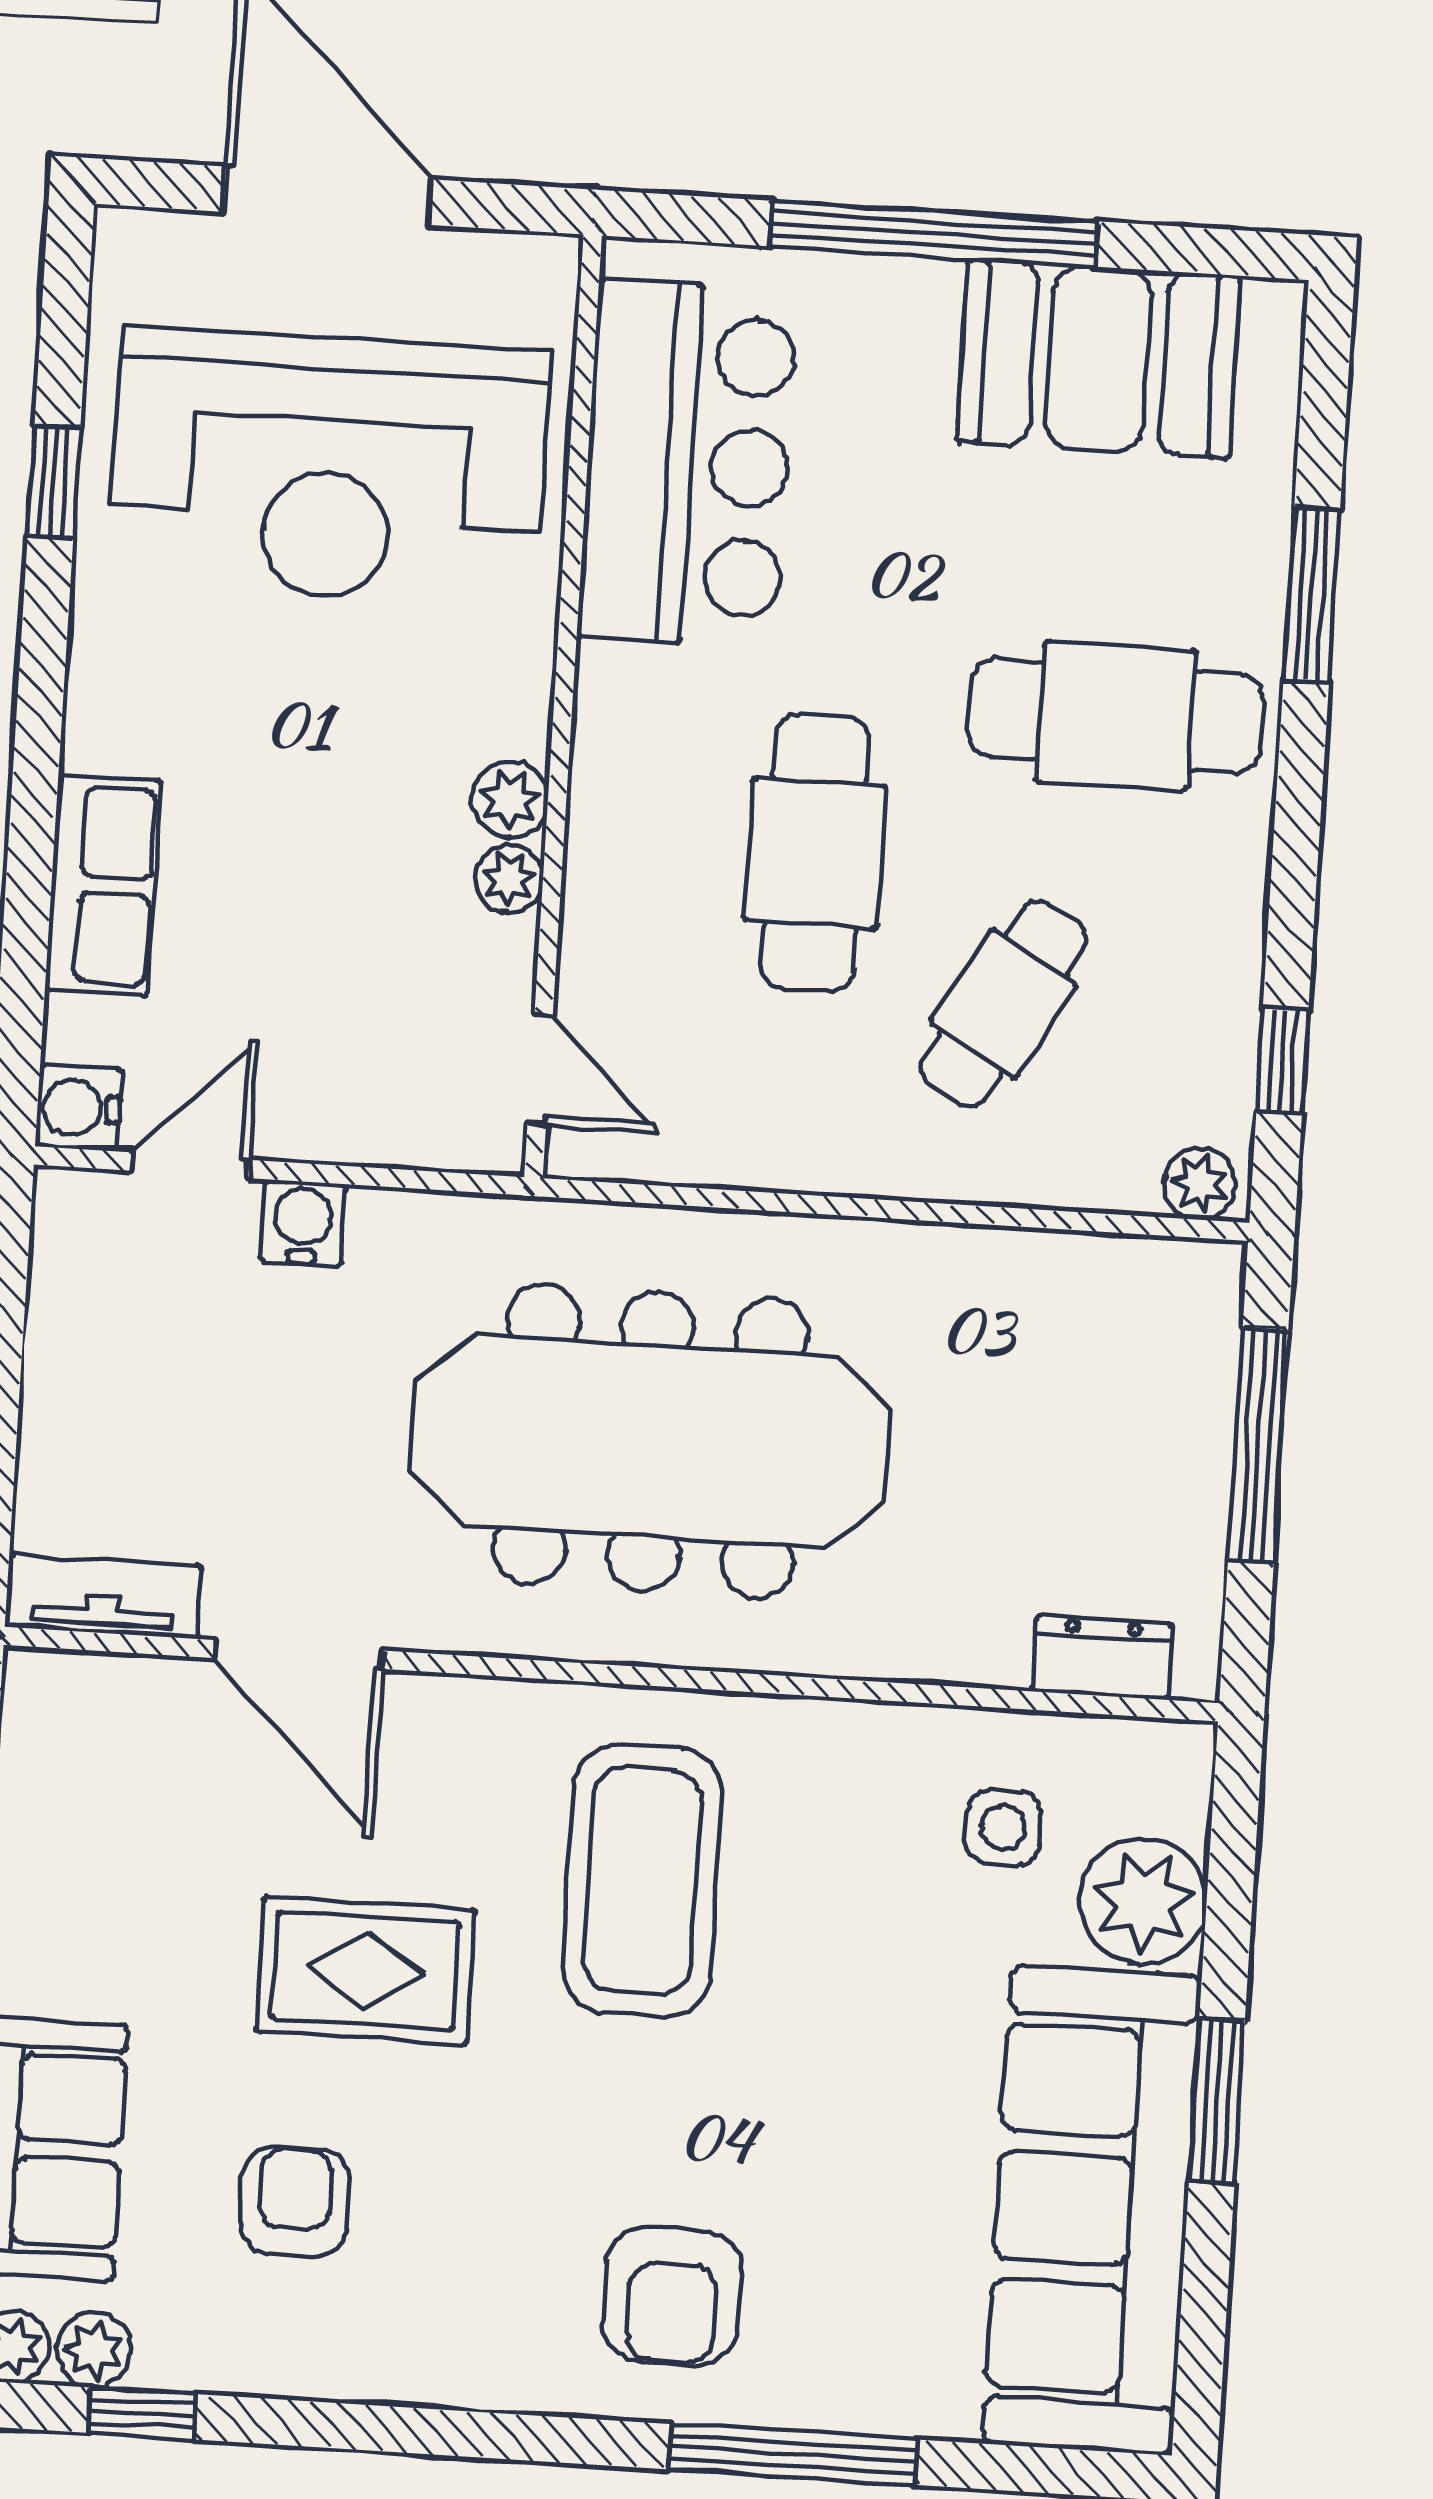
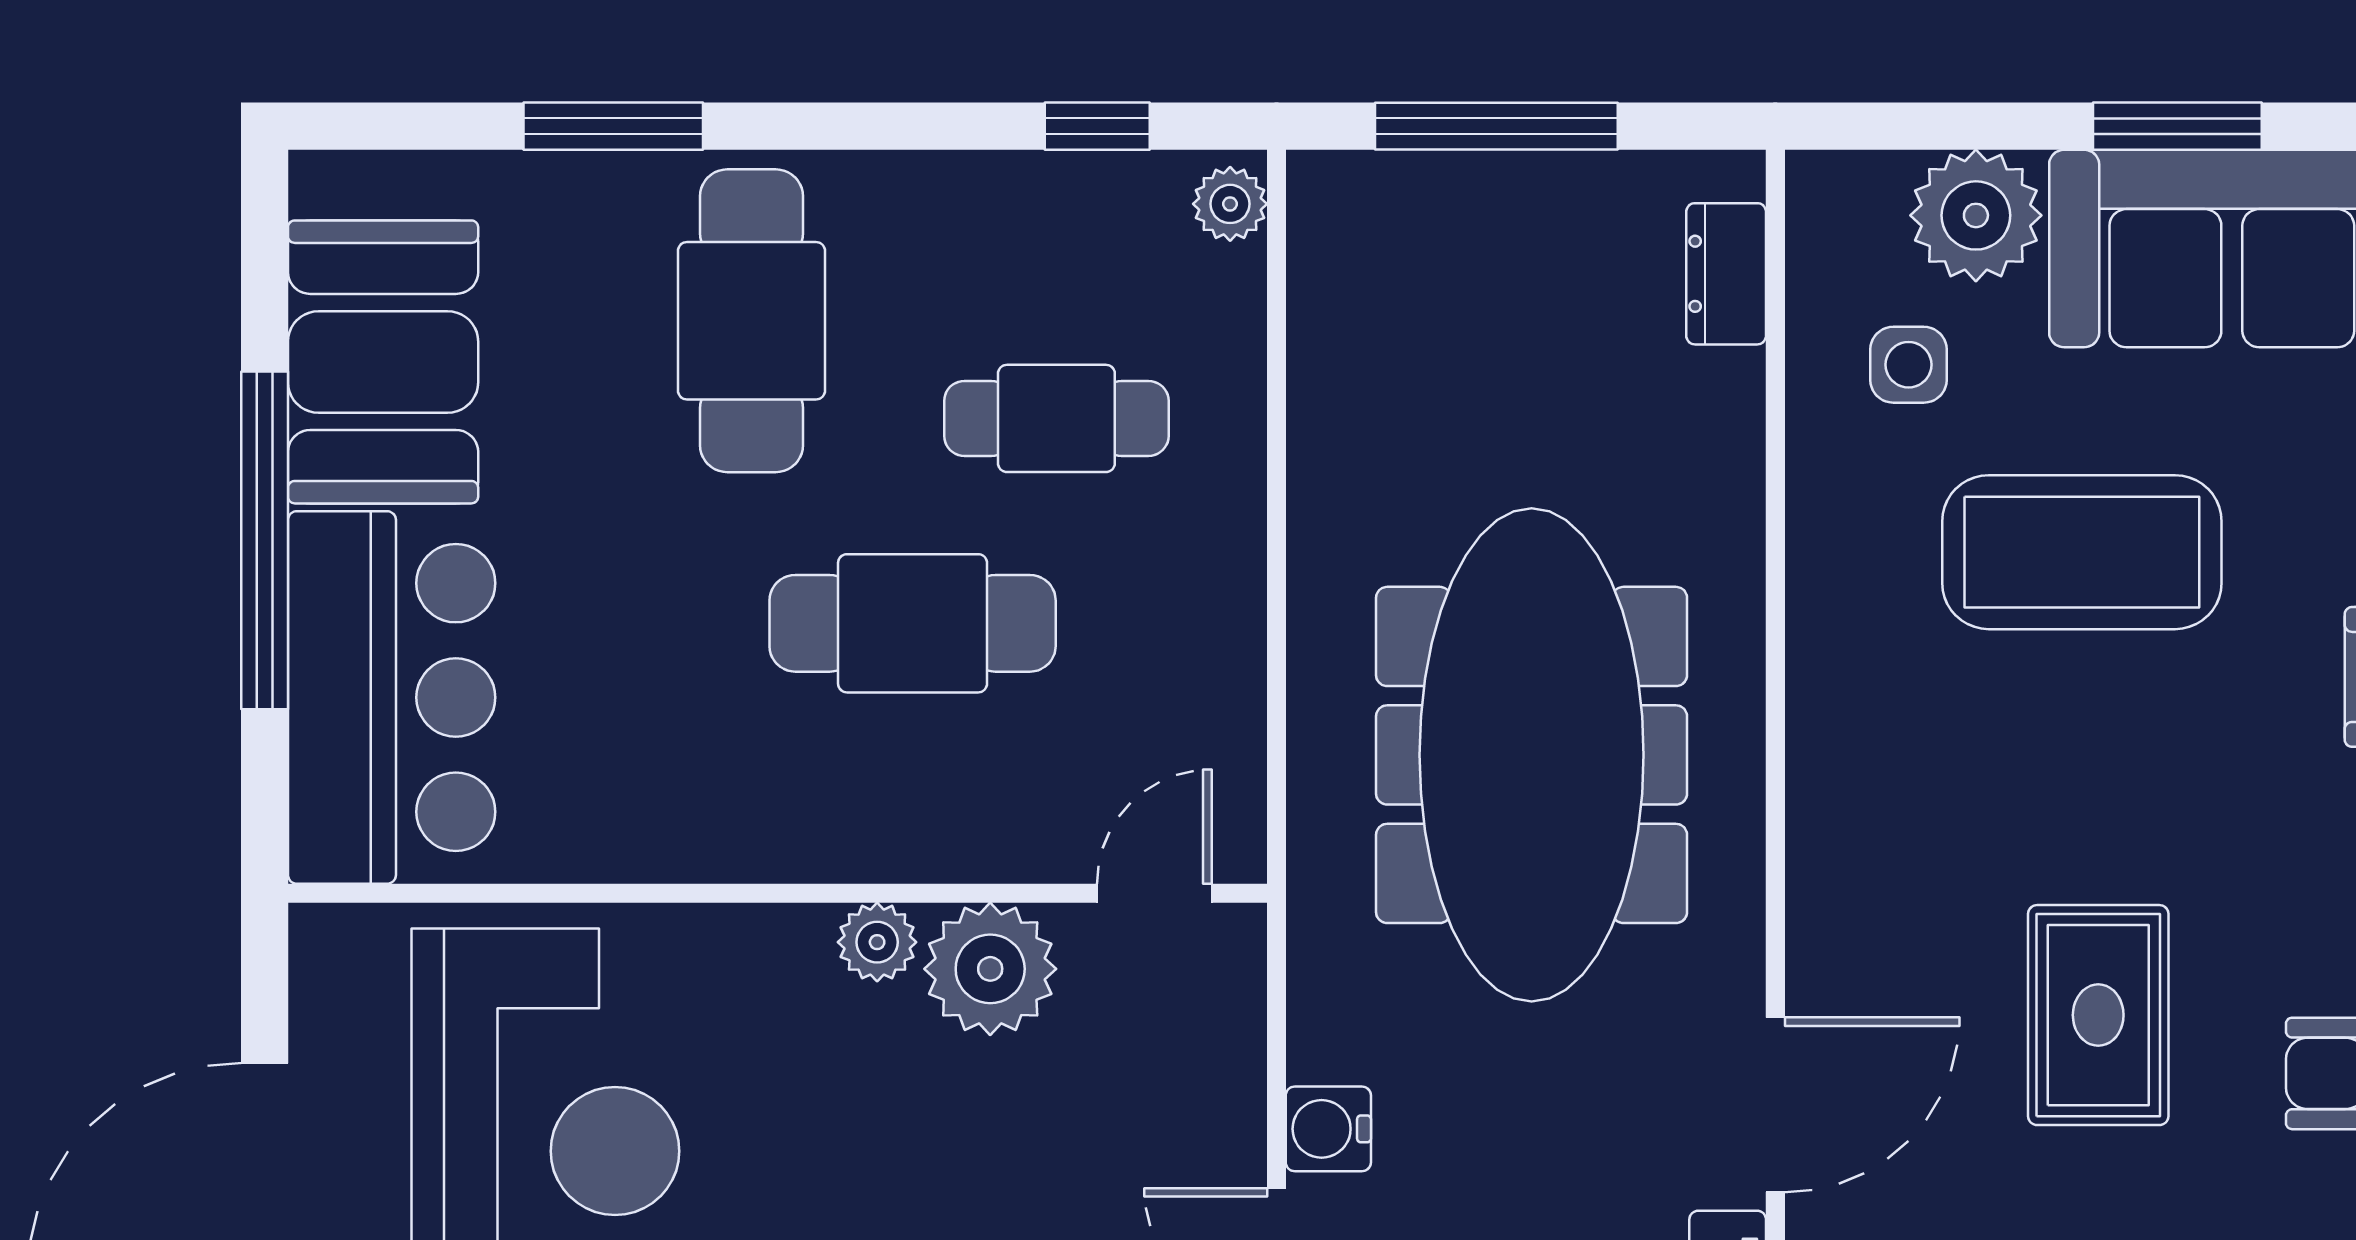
bar counter: (688, 464) -> (392, 697), moved, turned 90
plant: (509, 879) -> (990, 969), width x1.88, depth x1.88
cafe table: (1003, 1004) -> (1056, 418), turned -30
coffee table: (642, 1881) -> (2082, 552), moved

